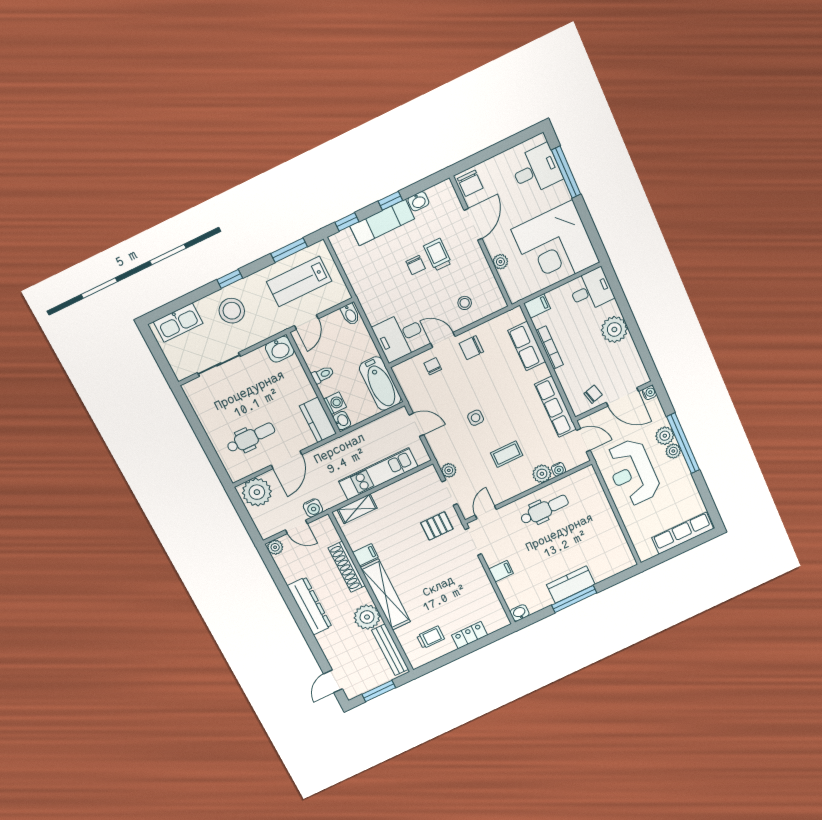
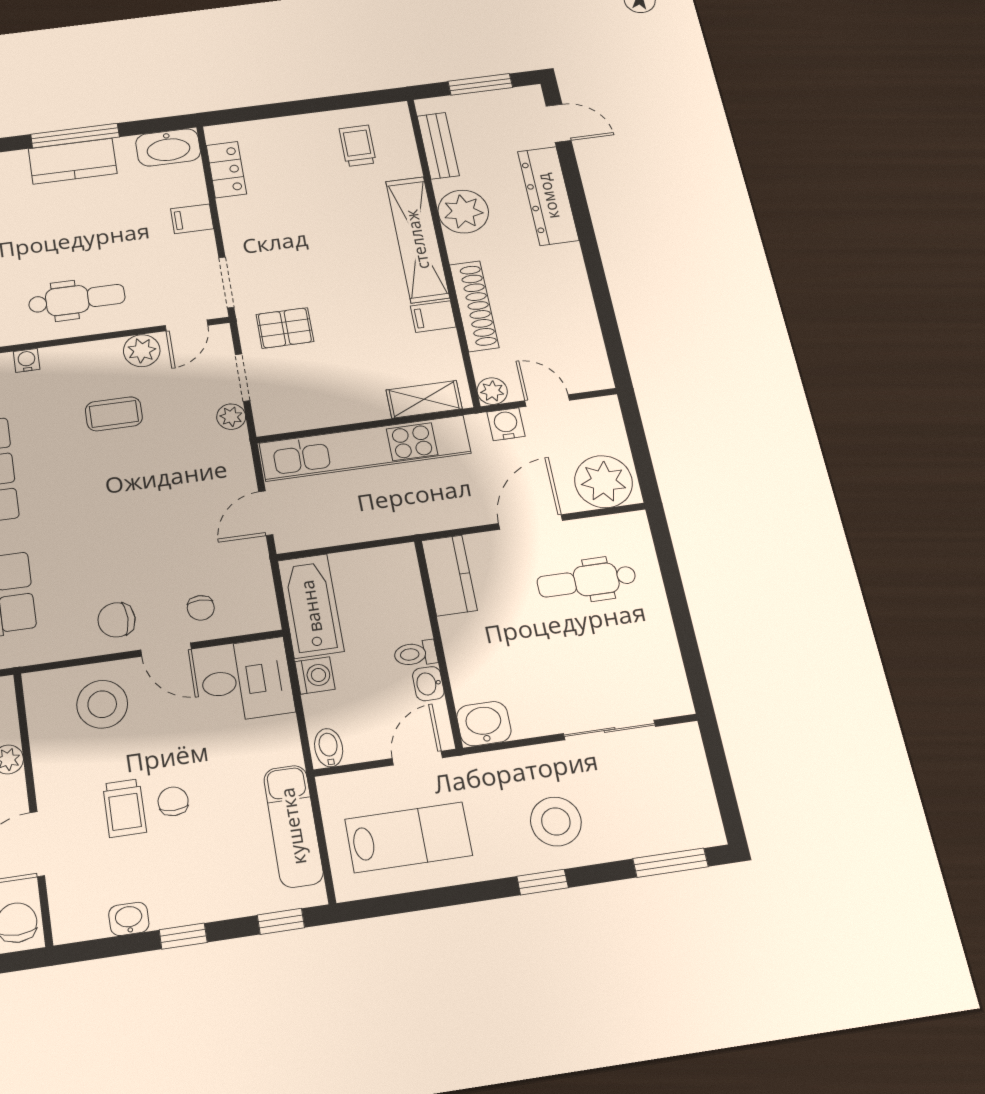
exam couch: (382, 222) -> (293, 826), moved, turned -90
window: (289, 250) -> (670, 863), moved
stool: (465, 303) -> (102, 704), width x1.89, depth x1.89
kitchen sink: (178, 322) -> (667, 830), removed
chair: (471, 348) -> (117, 620), turned 180
washing machine: (335, 403) -> (315, 675), moved, turned 180
side table: (476, 418) -> (150, 494), removed
washbasin: (342, 421) -> (428, 684), moved
door: (416, 425) -> (266, 513), hinge flipped
kitchen unit: (378, 474) -> (365, 448), width x1.36
plant: (542, 474) -> (142, 351), moved
dental chair: (544, 510) -> (77, 299), turned 180
plant: (275, 547) -> (492, 391), moved
dresser: (310, 606) -> (548, 196), moved
washbasin: (520, 613) -> (168, 147), width x1.91, depth x1.45
locker: (470, 635) -> (226, 170), moved, turned -90
trolley: (431, 637) -> (358, 146), turned 90
bench: (390, 650) -> (438, 146), width x0.73
door: (333, 681) -> (559, 123), hinge flipped

